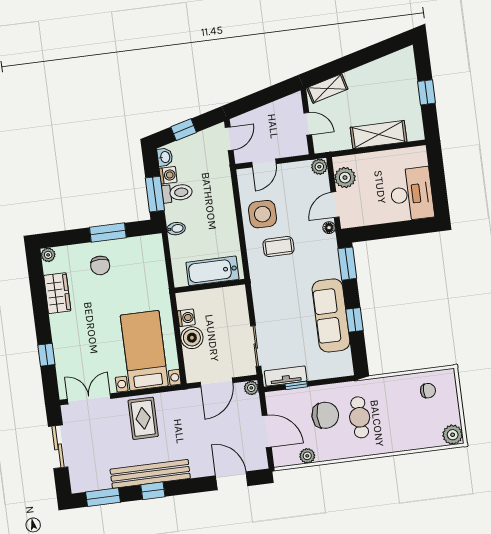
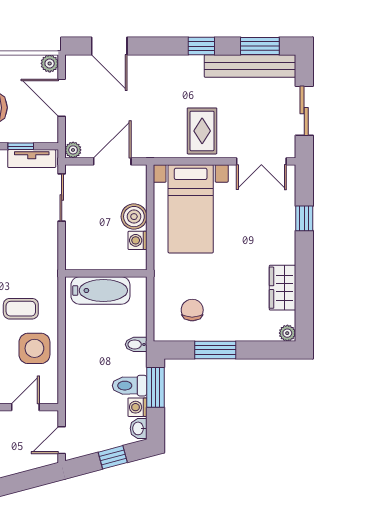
chair: (100, 265) -> (192, 310), moved
plant: (307, 456) -> (50, 63), moved
bench: (150, 474) -> (250, 66), moved

